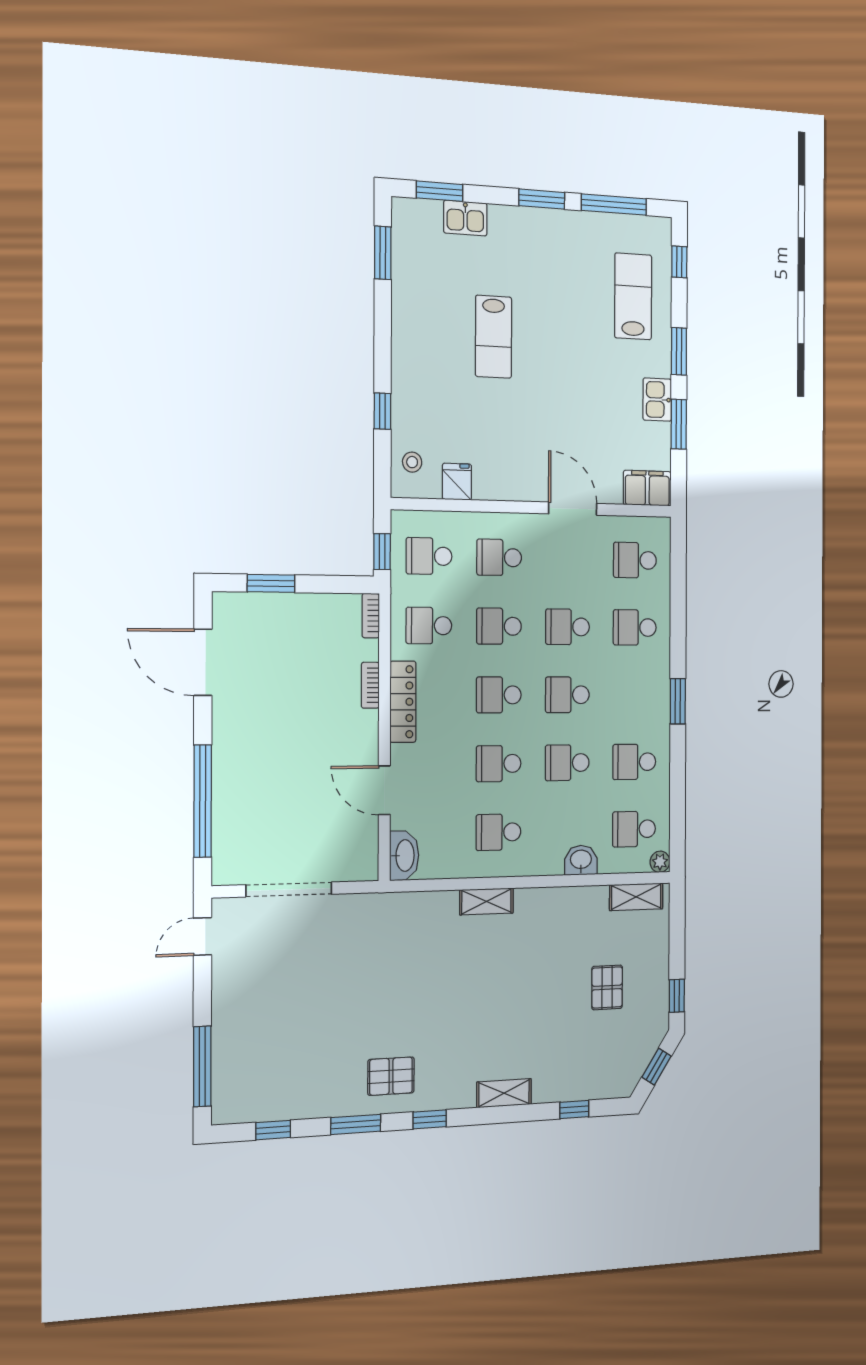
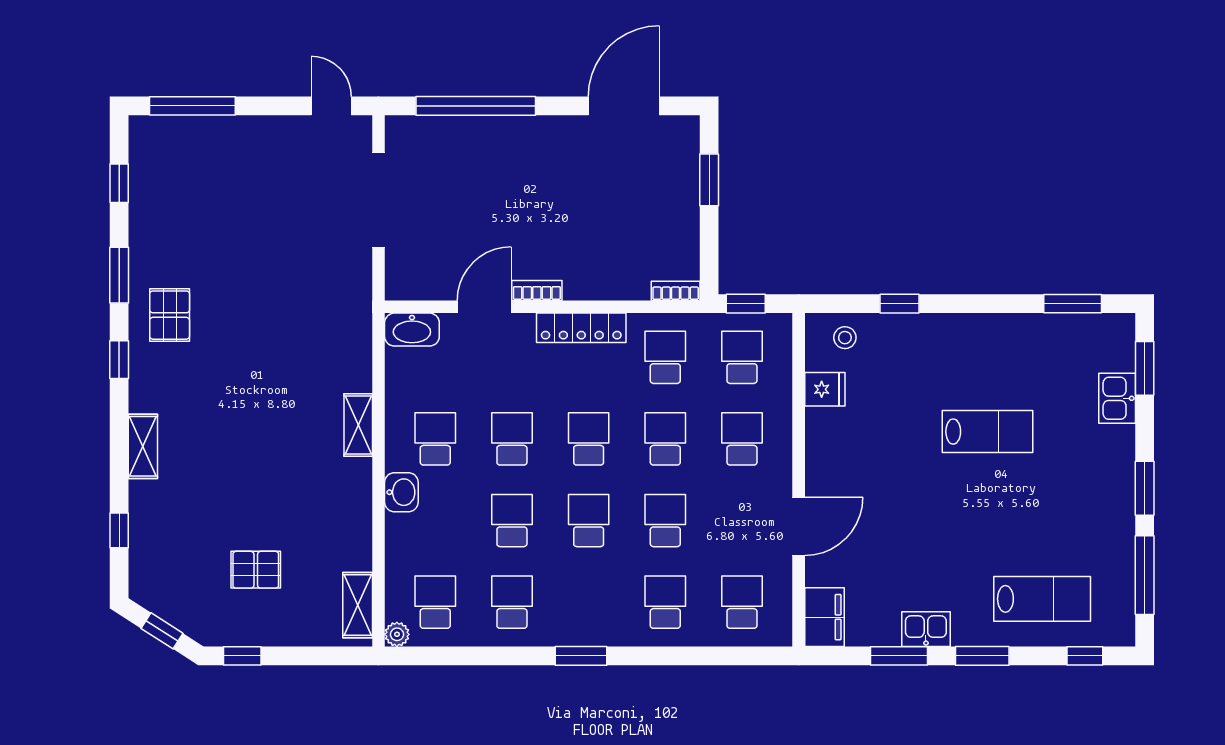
lab bench: (493, 337) -> (988, 432), turned 180
bookcase: (370, 685) -> (537, 291), moved
washbasin: (581, 860) -> (401, 492), moved

